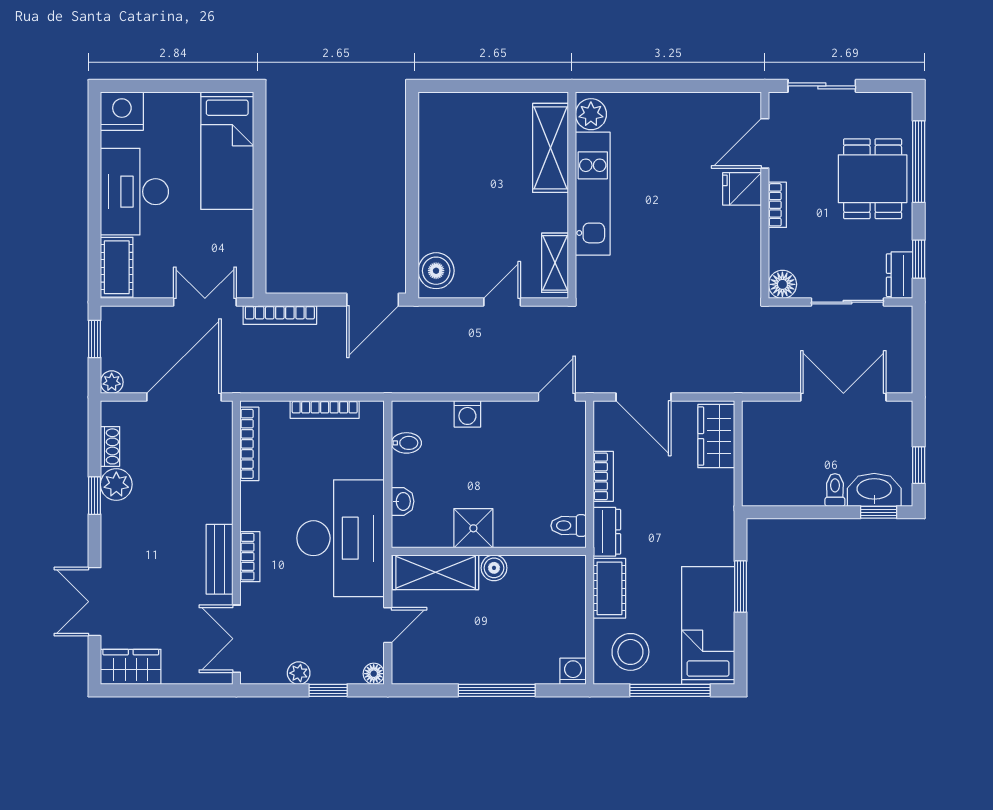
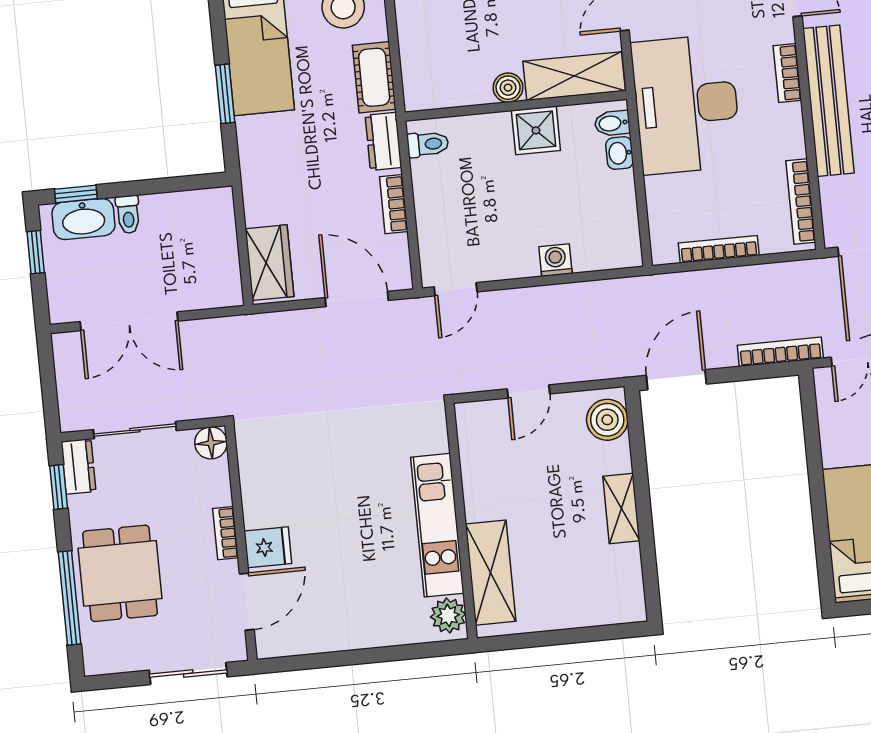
shelving: (555, 263) -> (621, 509), moved
bidet: (406, 443) -> (612, 123), moved
bench: (220, 559) -> (828, 101), width x1.86, depth x1.21

